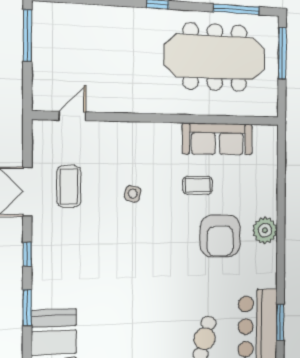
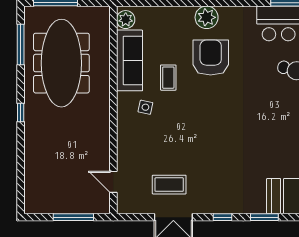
window: (27, 35) -> (73, 217), moved
plant: (263, 135) -> (126, 20), added
side table: (133, 194) -> (145, 107), moved
armchair: (220, 236) -> (211, 58), turned -90

